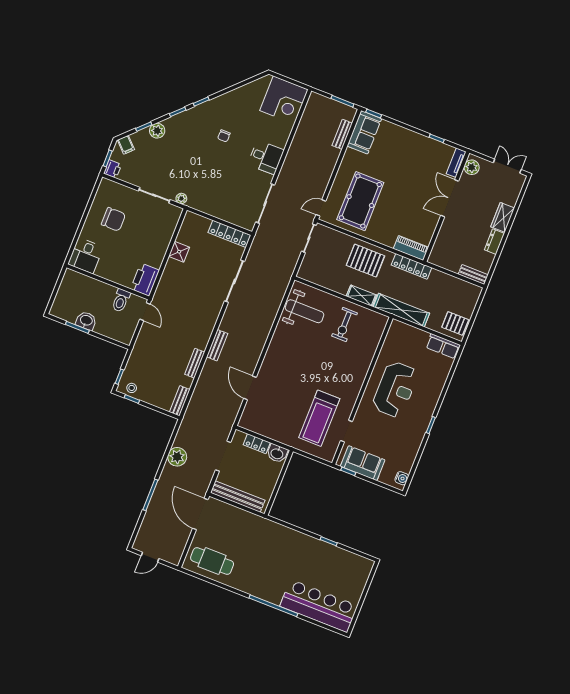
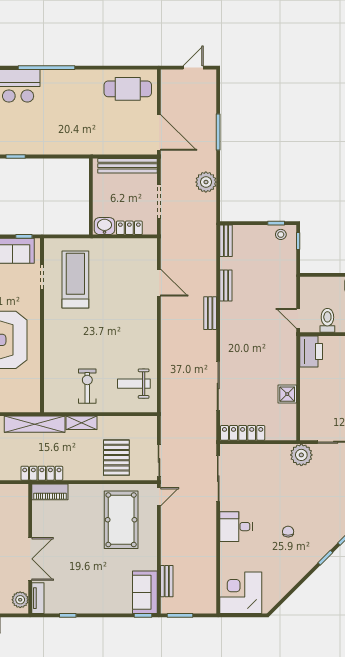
plant: (181, 198) -> (301, 455), width x1.88, depth x1.88
pallet: (365, 261) -> (116, 458), moved, turned 90
weight bench: (305, 311) -> (134, 384), width x0.73, depth x0.75

